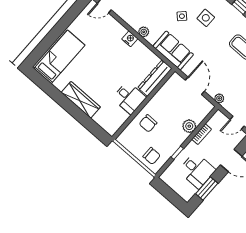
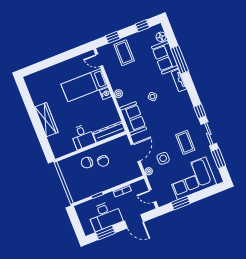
side table: (206, 18) -> (163, 158), moved
bed: (59, 57) -> (84, 85), moved, turned 180
plant: (189, 126) -> (116, 180), removed
chair: (152, 156) -> (103, 161), moved
desk: (197, 170) -> (105, 216), width x1.37

